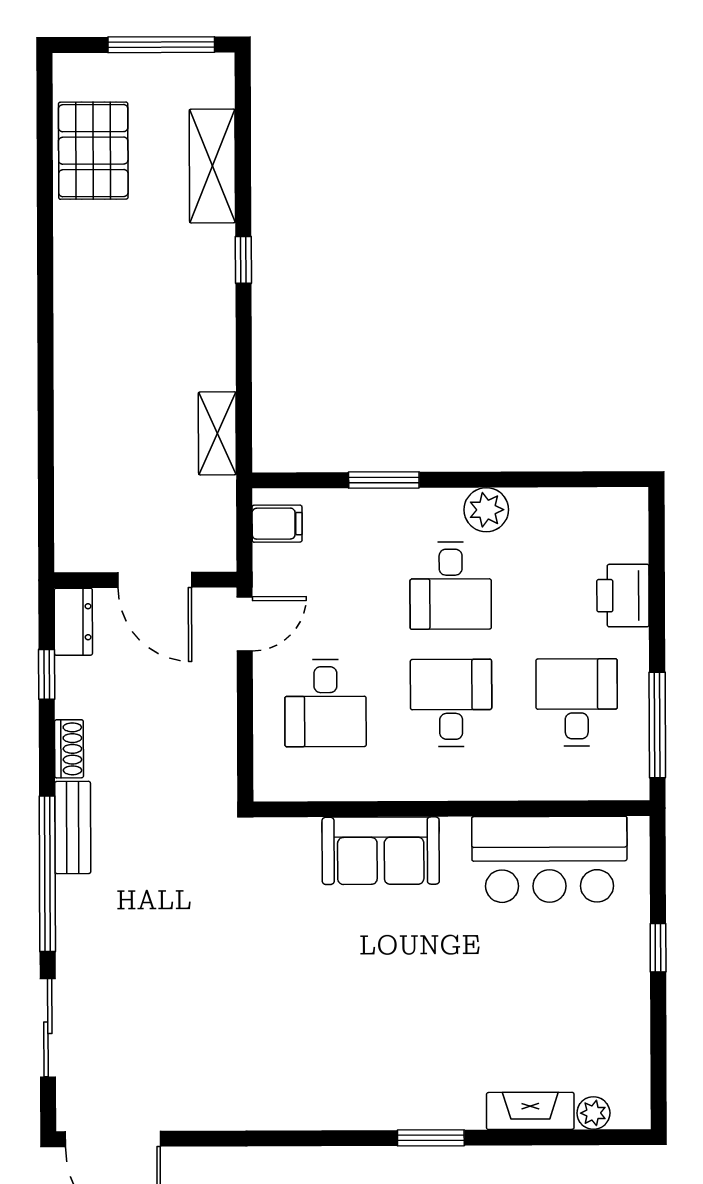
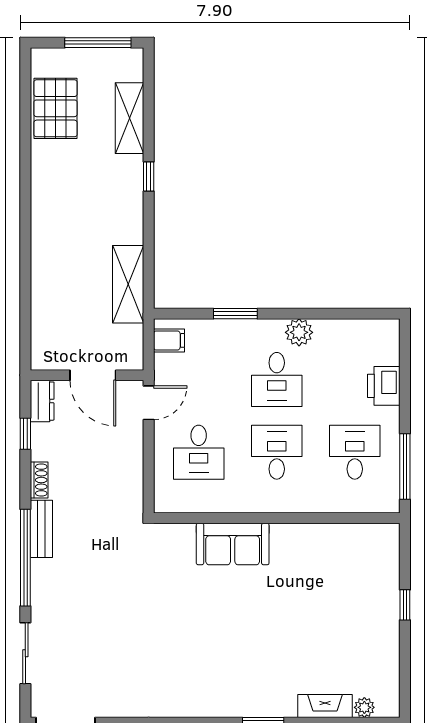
shelving: (217, 433) -> (128, 284), width x1.50, depth x1.33
bar counter: (549, 859) -> (338, 550), removed

